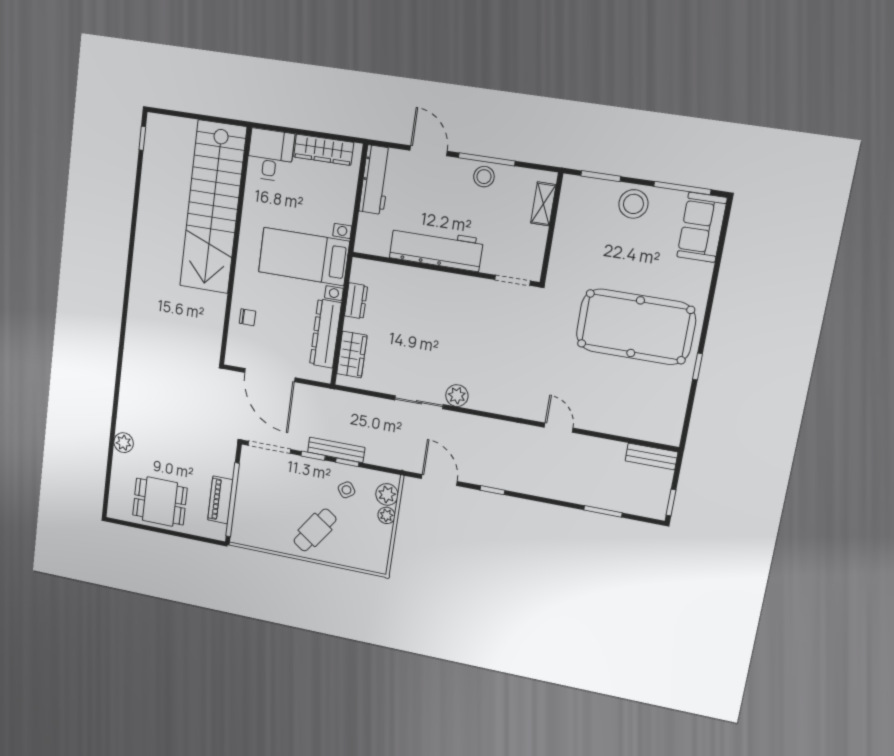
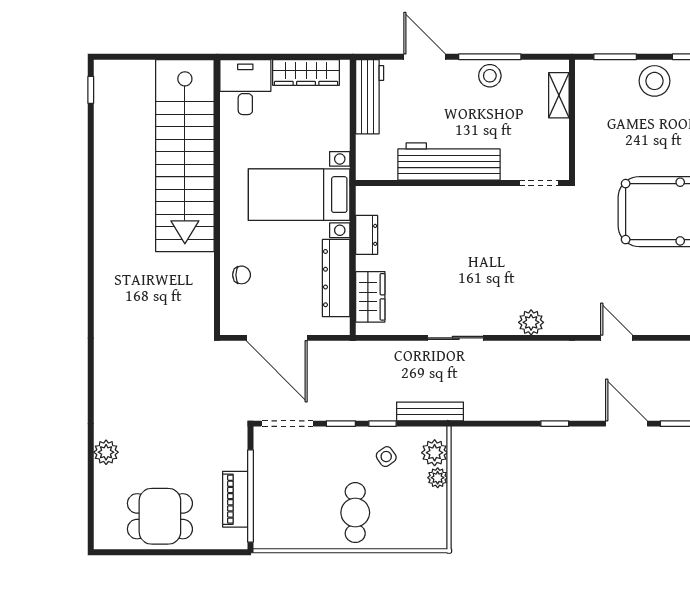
plant: (457, 396) -> (531, 322), moved
bench: (336, 450) -> (430, 411), moved
door: (439, 480) -> (626, 424), moved
cafe table: (315, 530) -> (355, 513), turned -35

